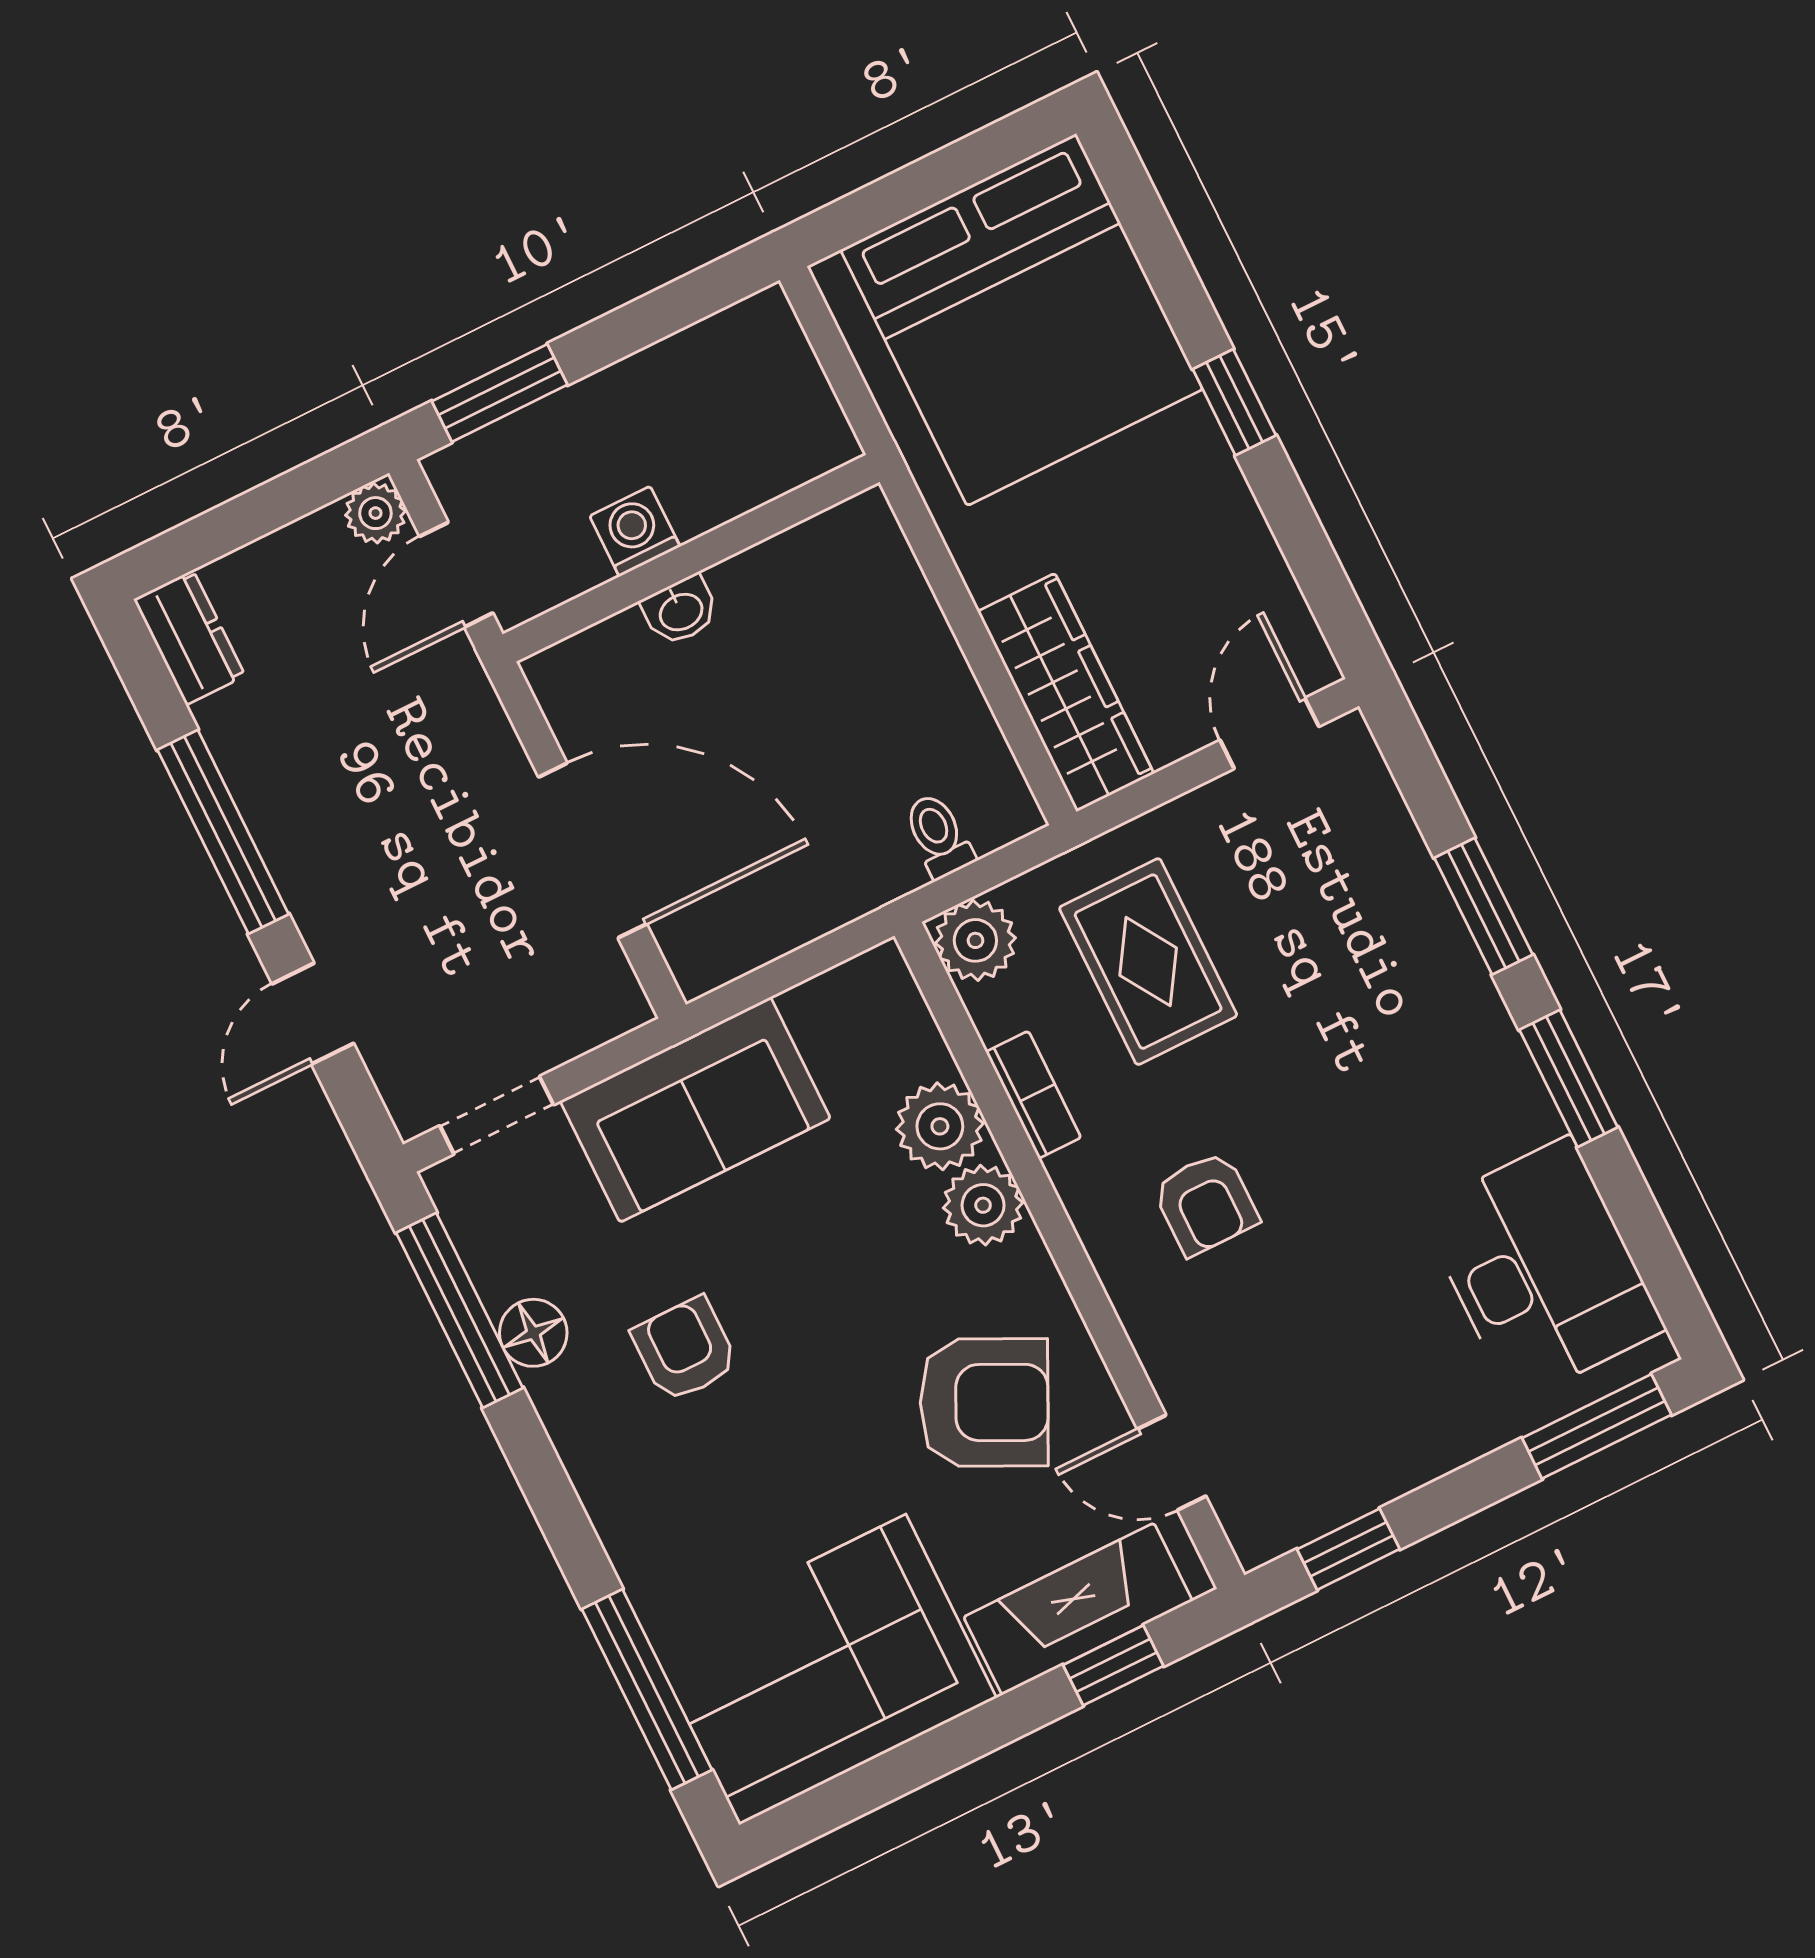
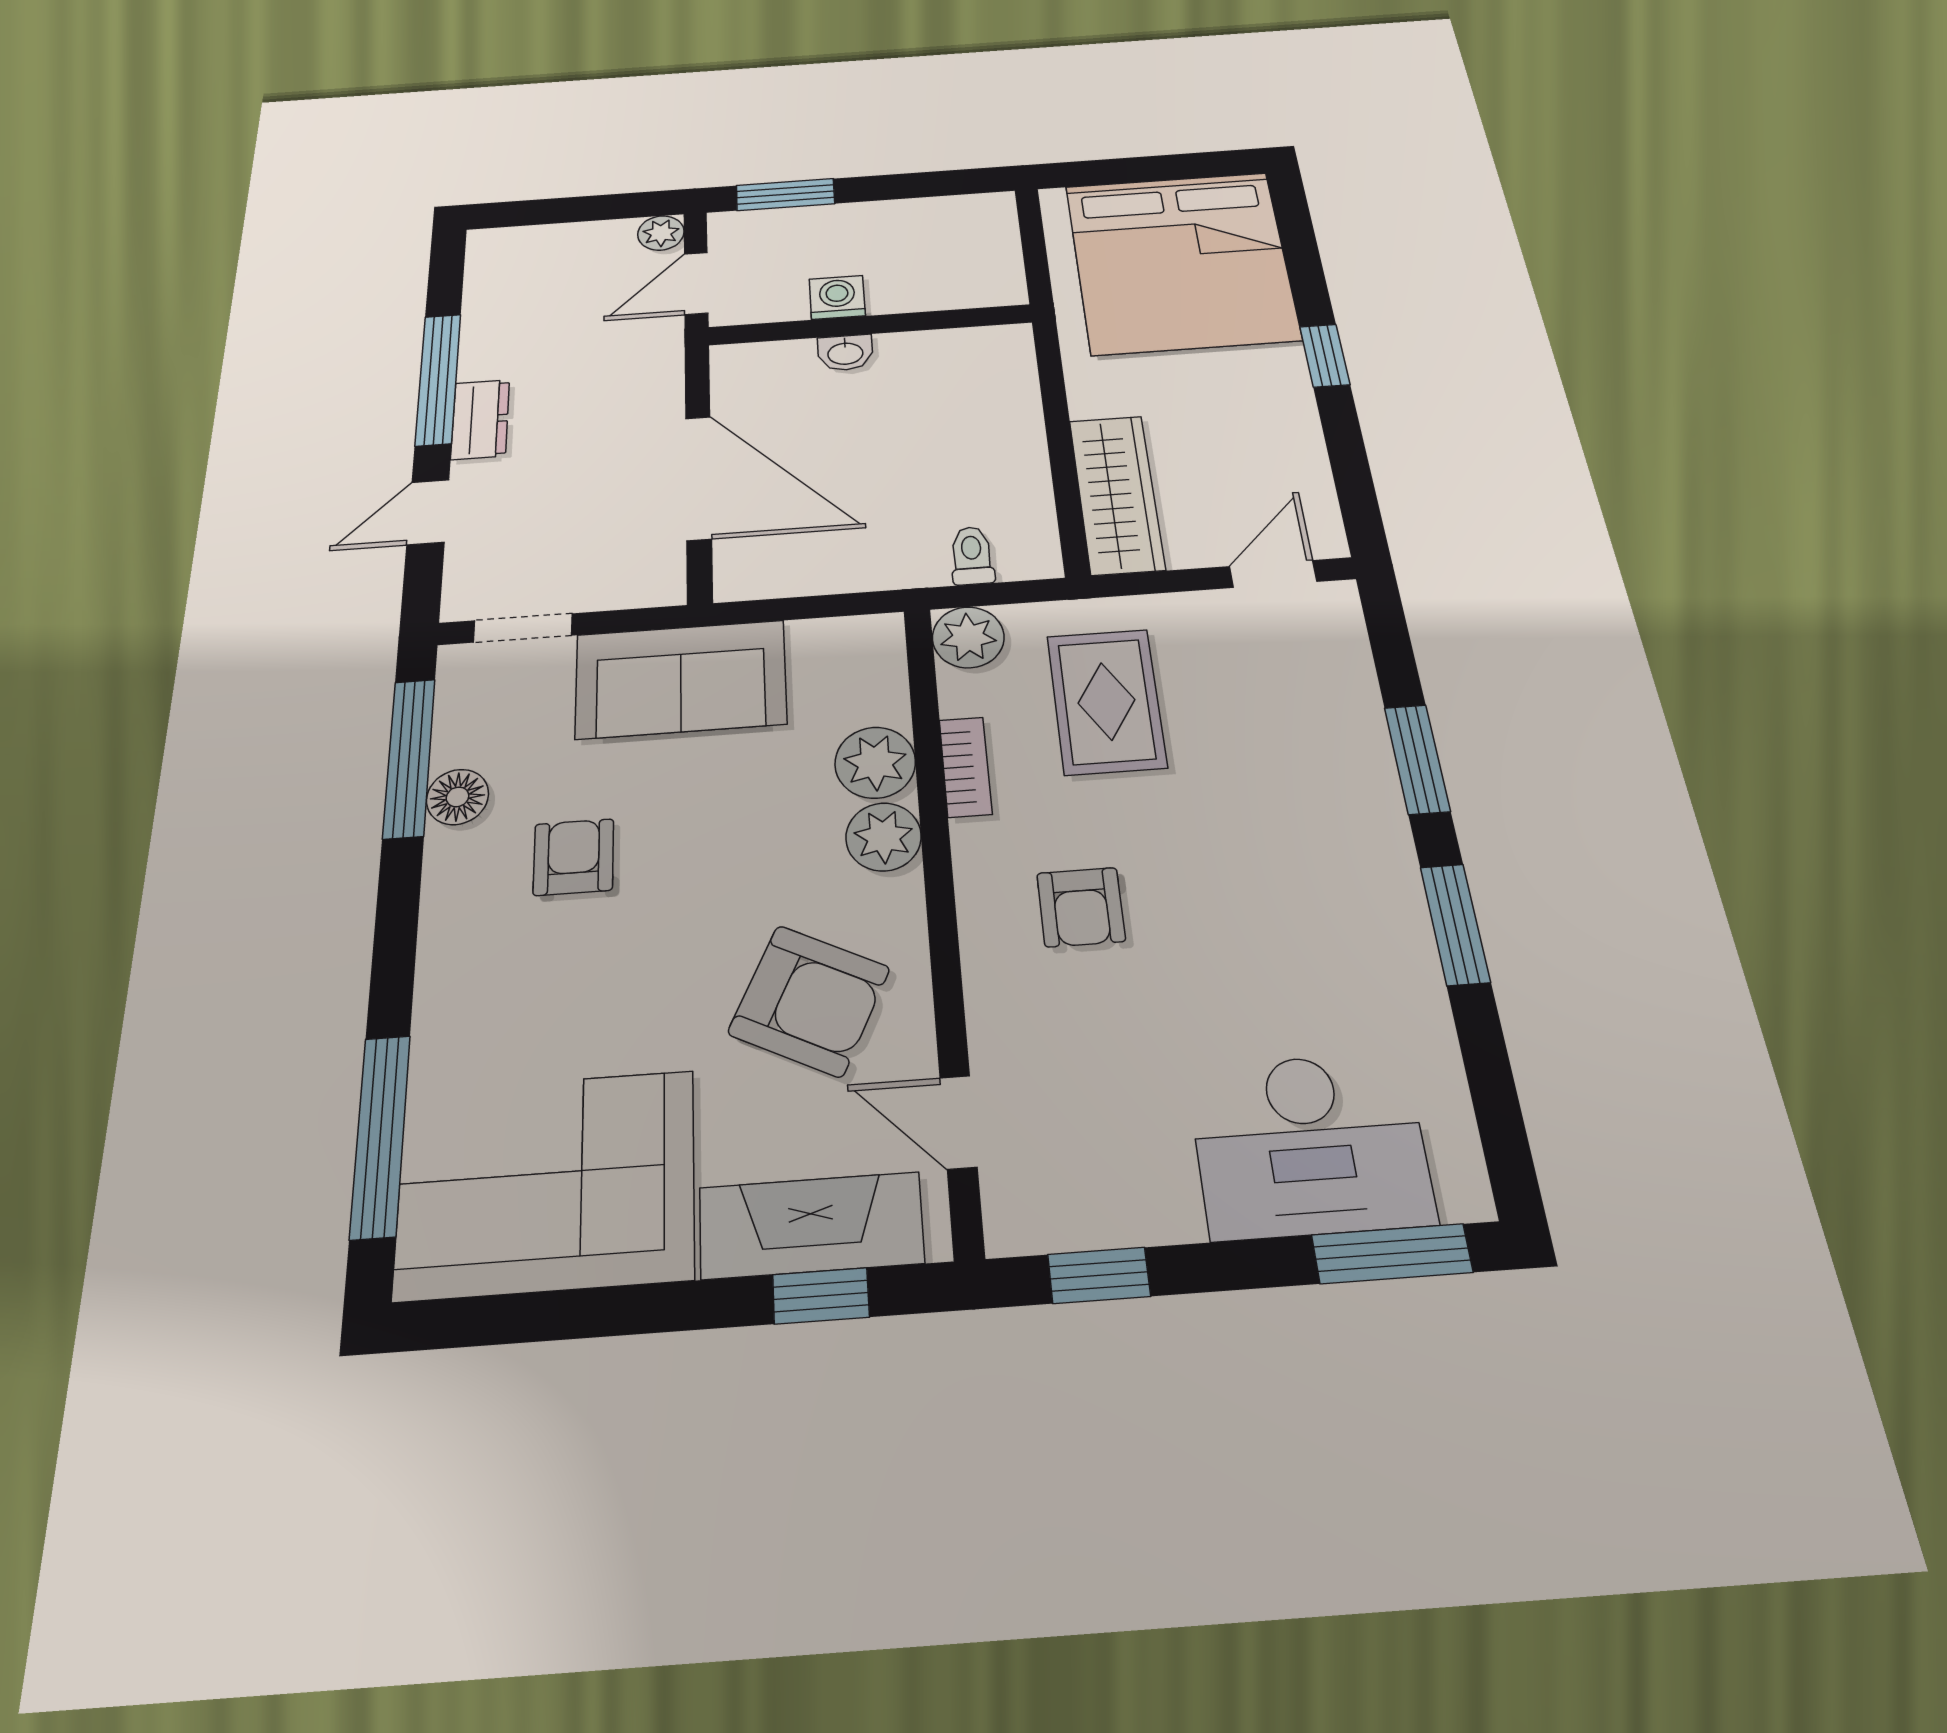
dresser: (189, 638) -> (480, 419), moved
desk: (1542, 1270) -> (1310, 1145), moved, turned 90

